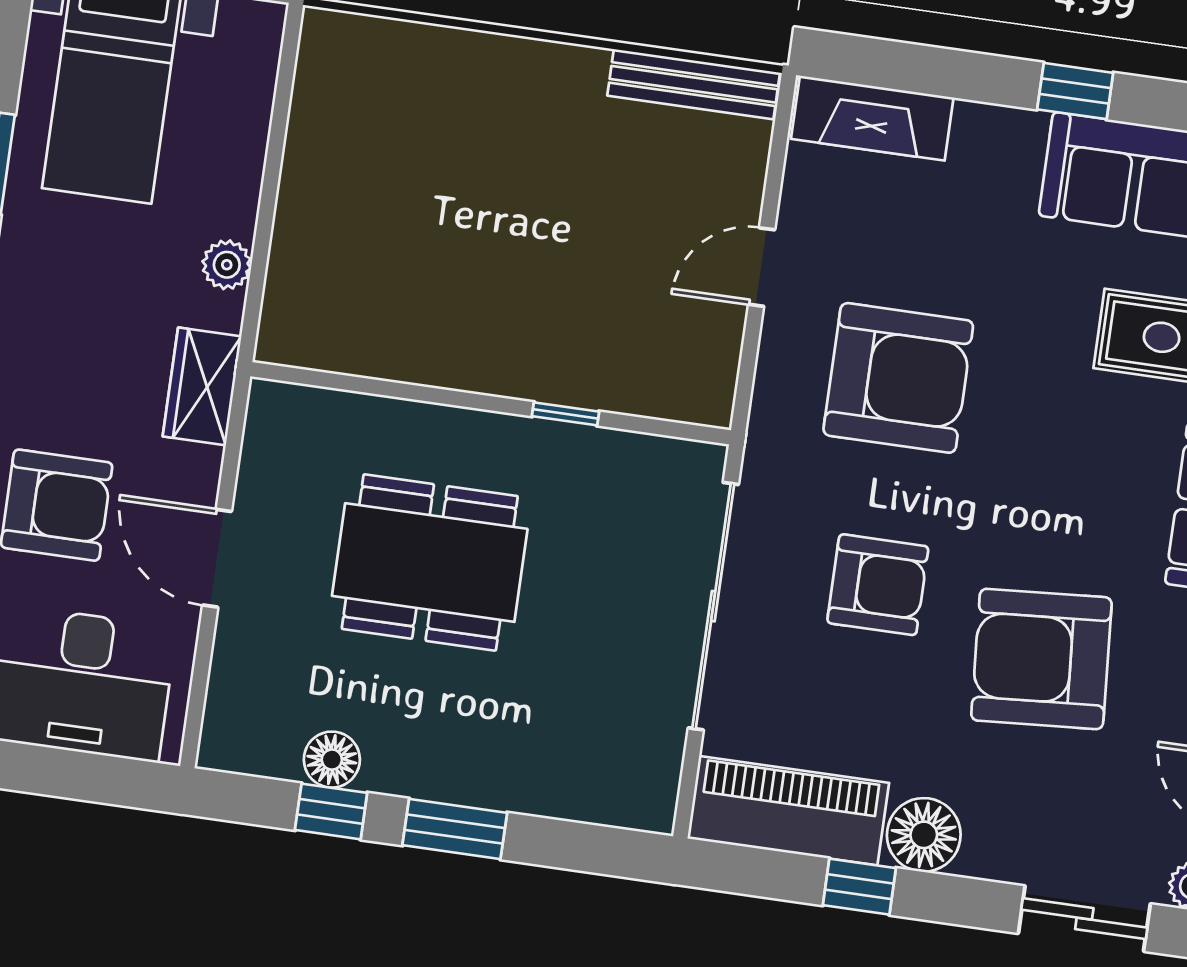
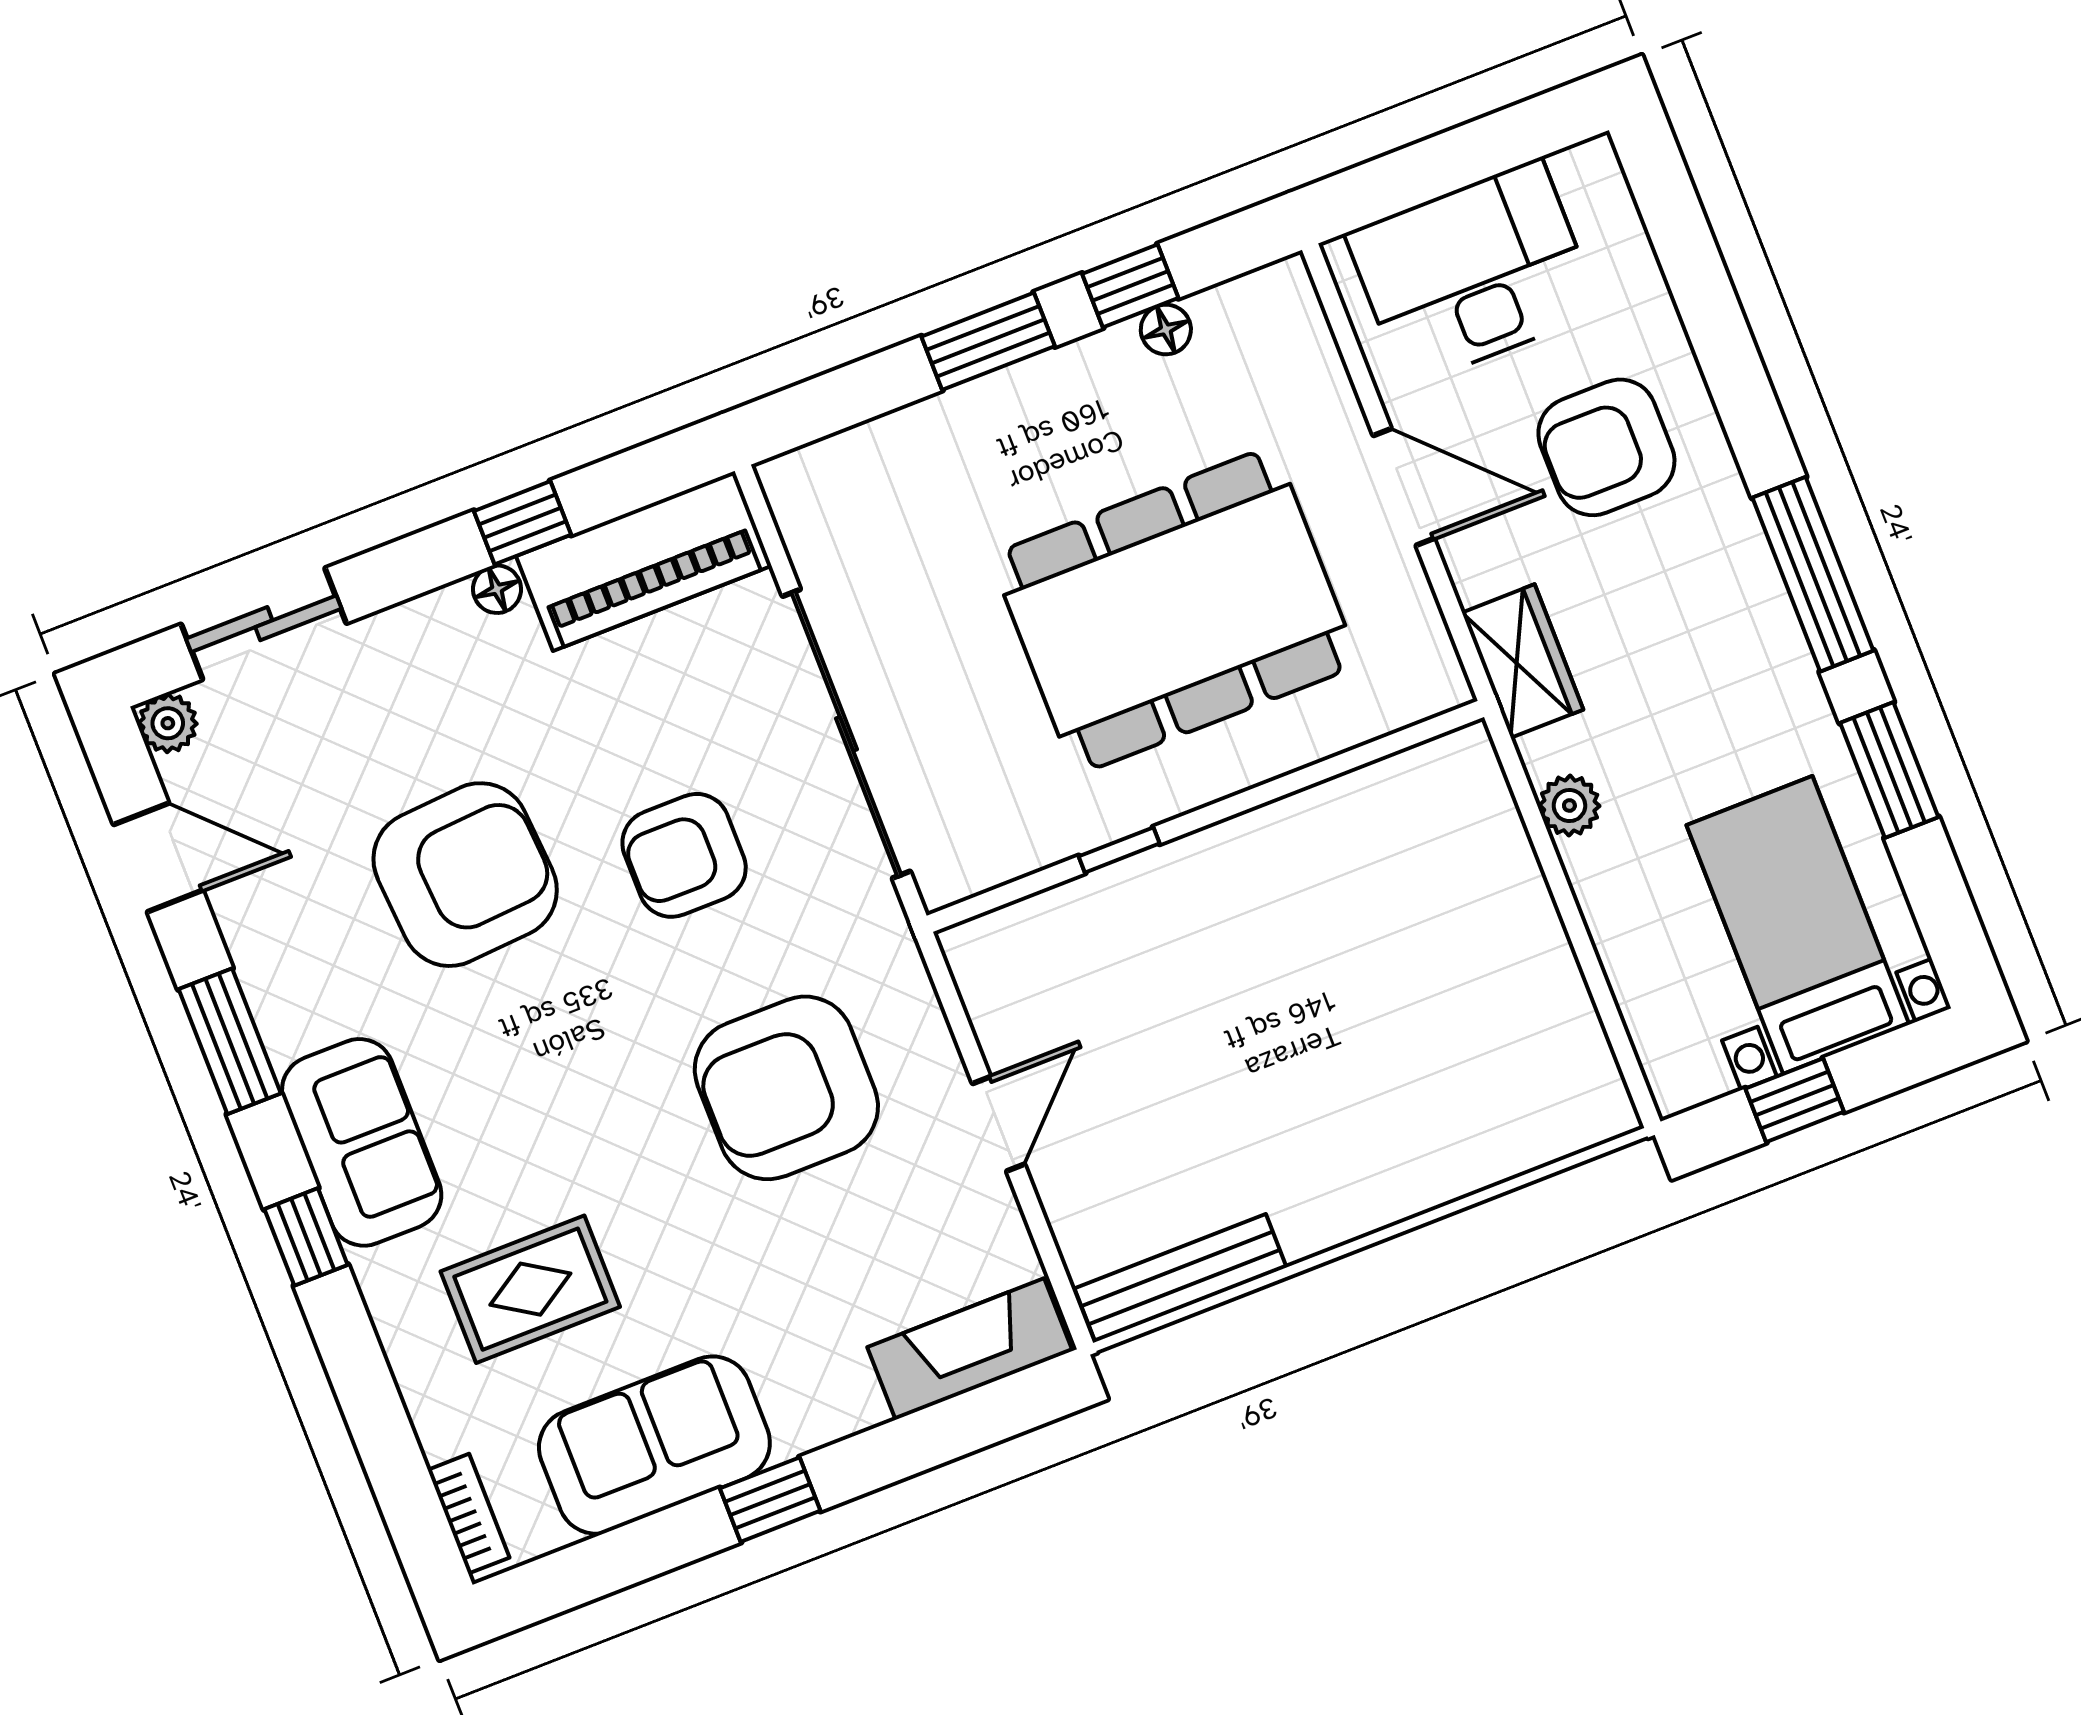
dining table: (430, 562) -> (1175, 610), width x1.36, depth x1.24
floor lamp: (332, 760) -> (1166, 330), width x0.73, depth x0.73
floor lamp: (924, 835) -> (497, 589), width x0.53, depth x0.53

